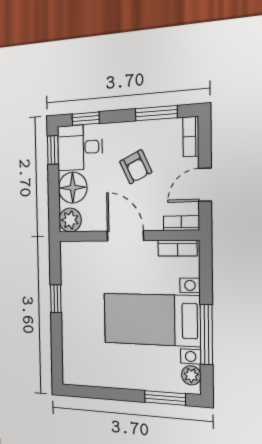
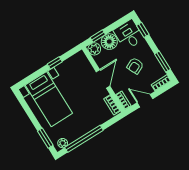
window: (53, 150) -> (98, 36), moved
bed with nightstands: (151, 320) -> (49, 99), moved, turned 180
window: (206, 335) -> (84, 139), width x1.46

